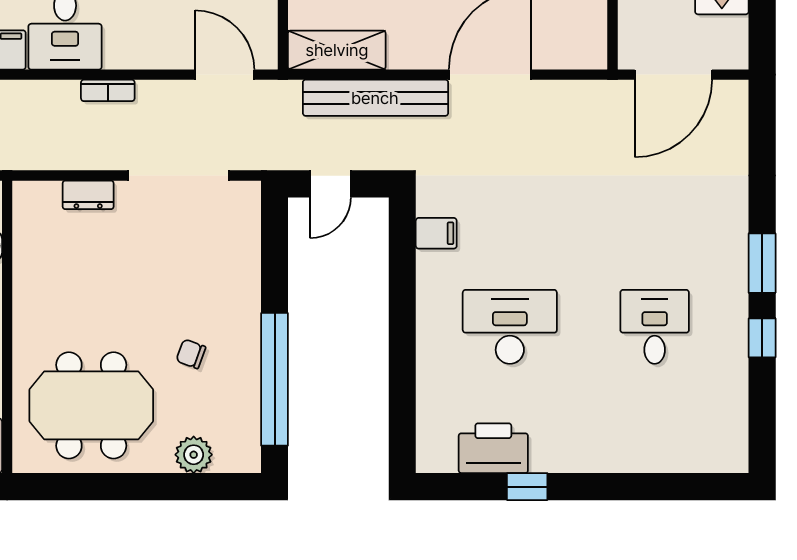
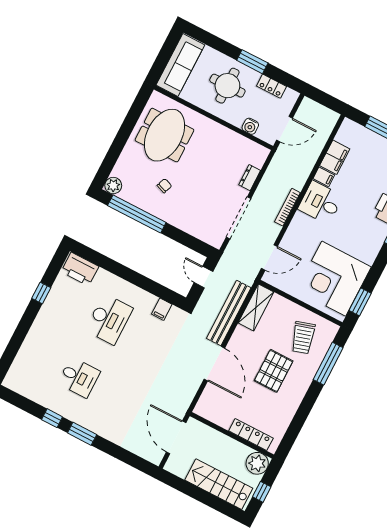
bookcase: (108, 90) -> (287, 207), width x1.56
printer: (493, 448) -> (80, 269), moved, turned 90
plant: (194, 455) -> (113, 186), moved

